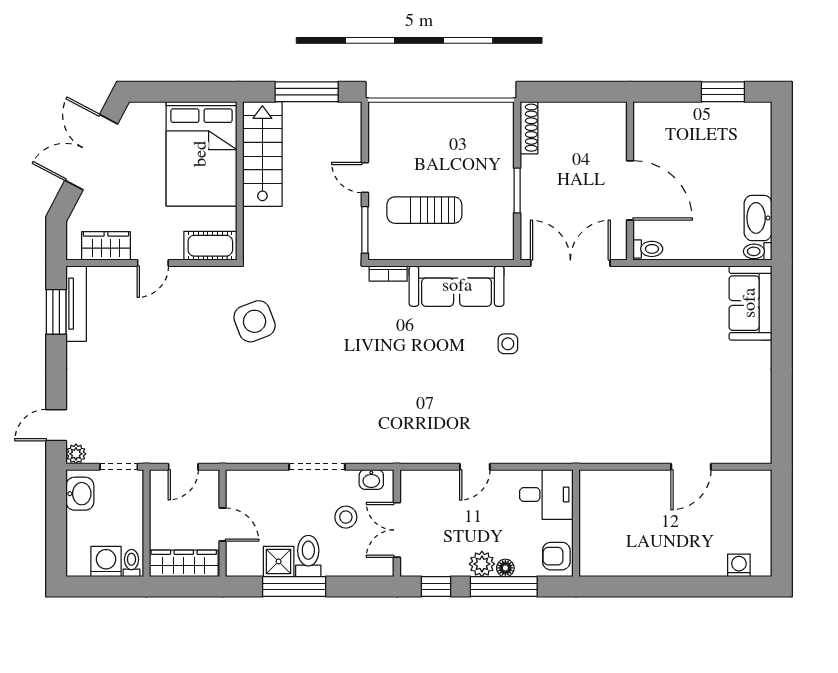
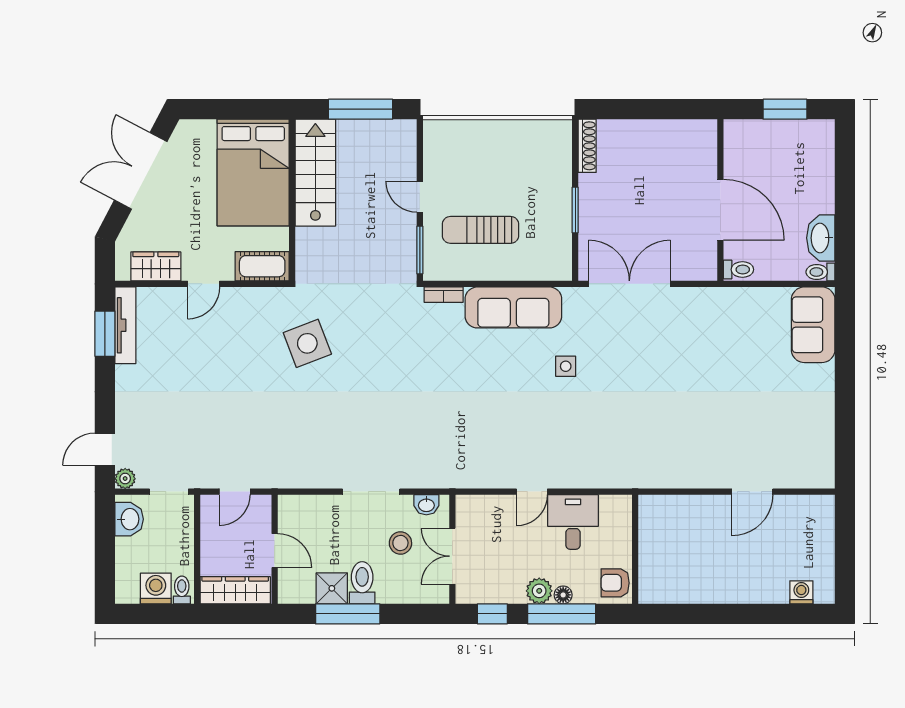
wall: (630, 181) -> (720, 200), moved
door: (630, 190) -> (720, 210), moved
toilet: (648, 249) -> (738, 270), moved
desk: (546, 495) -> (573, 522), moved, turned -90

